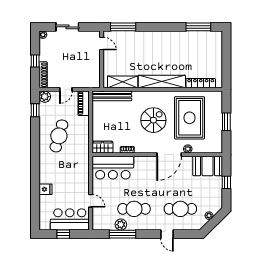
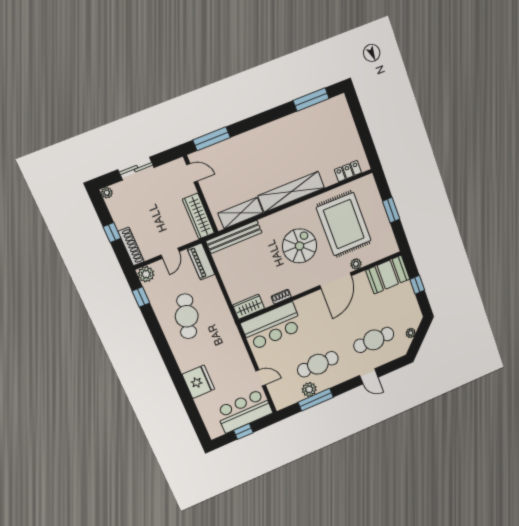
wardrobe: (94, 73) -> (198, 216), added
locker: (201, 83) -> (348, 171), width x0.66
fridge: (46, 189) -> (198, 382), width x1.88, depth x1.34

